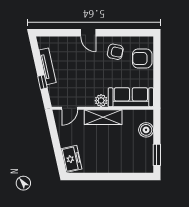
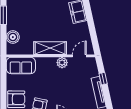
sofa: (131, 97) -> (21, 65), width x0.73
plant: (101, 101) -> (62, 63), moved

